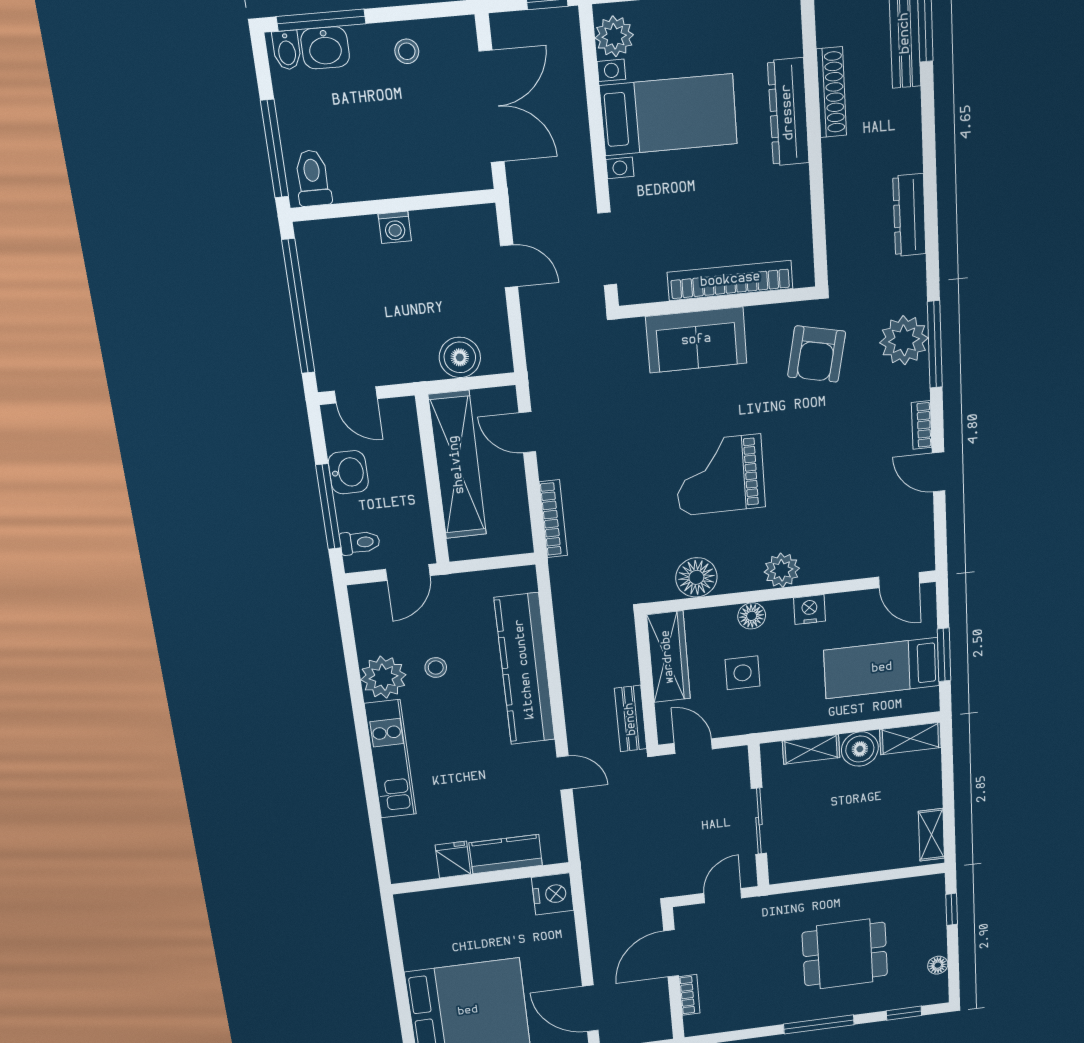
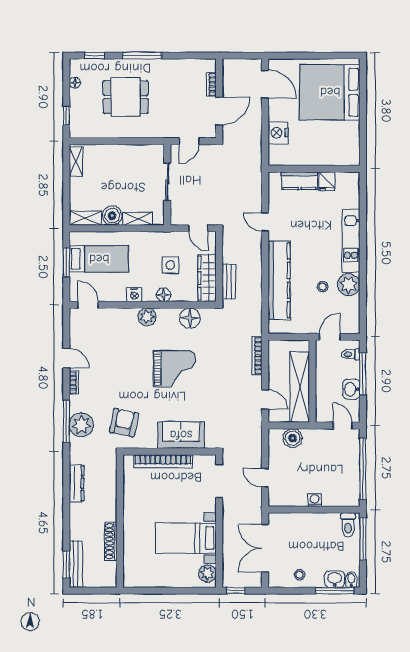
dresser: (788, 112) -> (131, 534), removed
bench: (631, 719) -> (229, 282), moved
nightstand: (553, 894) -> (278, 133), moved

